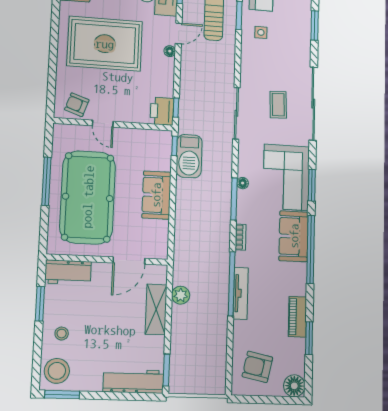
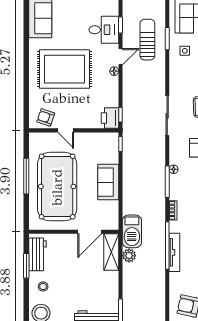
barbecue: (189, 156) -> (132, 231), moved
workbench: (68, 272) -> (37, 254), moved, turned -90
shelving: (156, 309) -> (111, 252), moved

